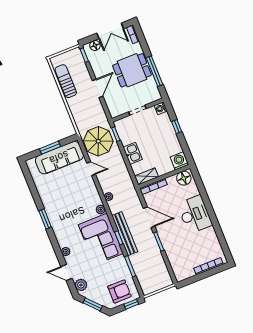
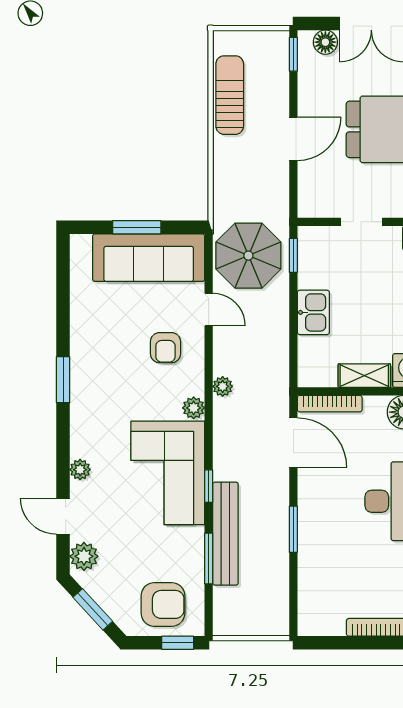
shelving: (147, 176) -> (364, 376), moved
armchair: (80, 190) -> (165, 348), added
door: (149, 217) -> (293, 443), moved
bench: (125, 234) -> (225, 534), moved

